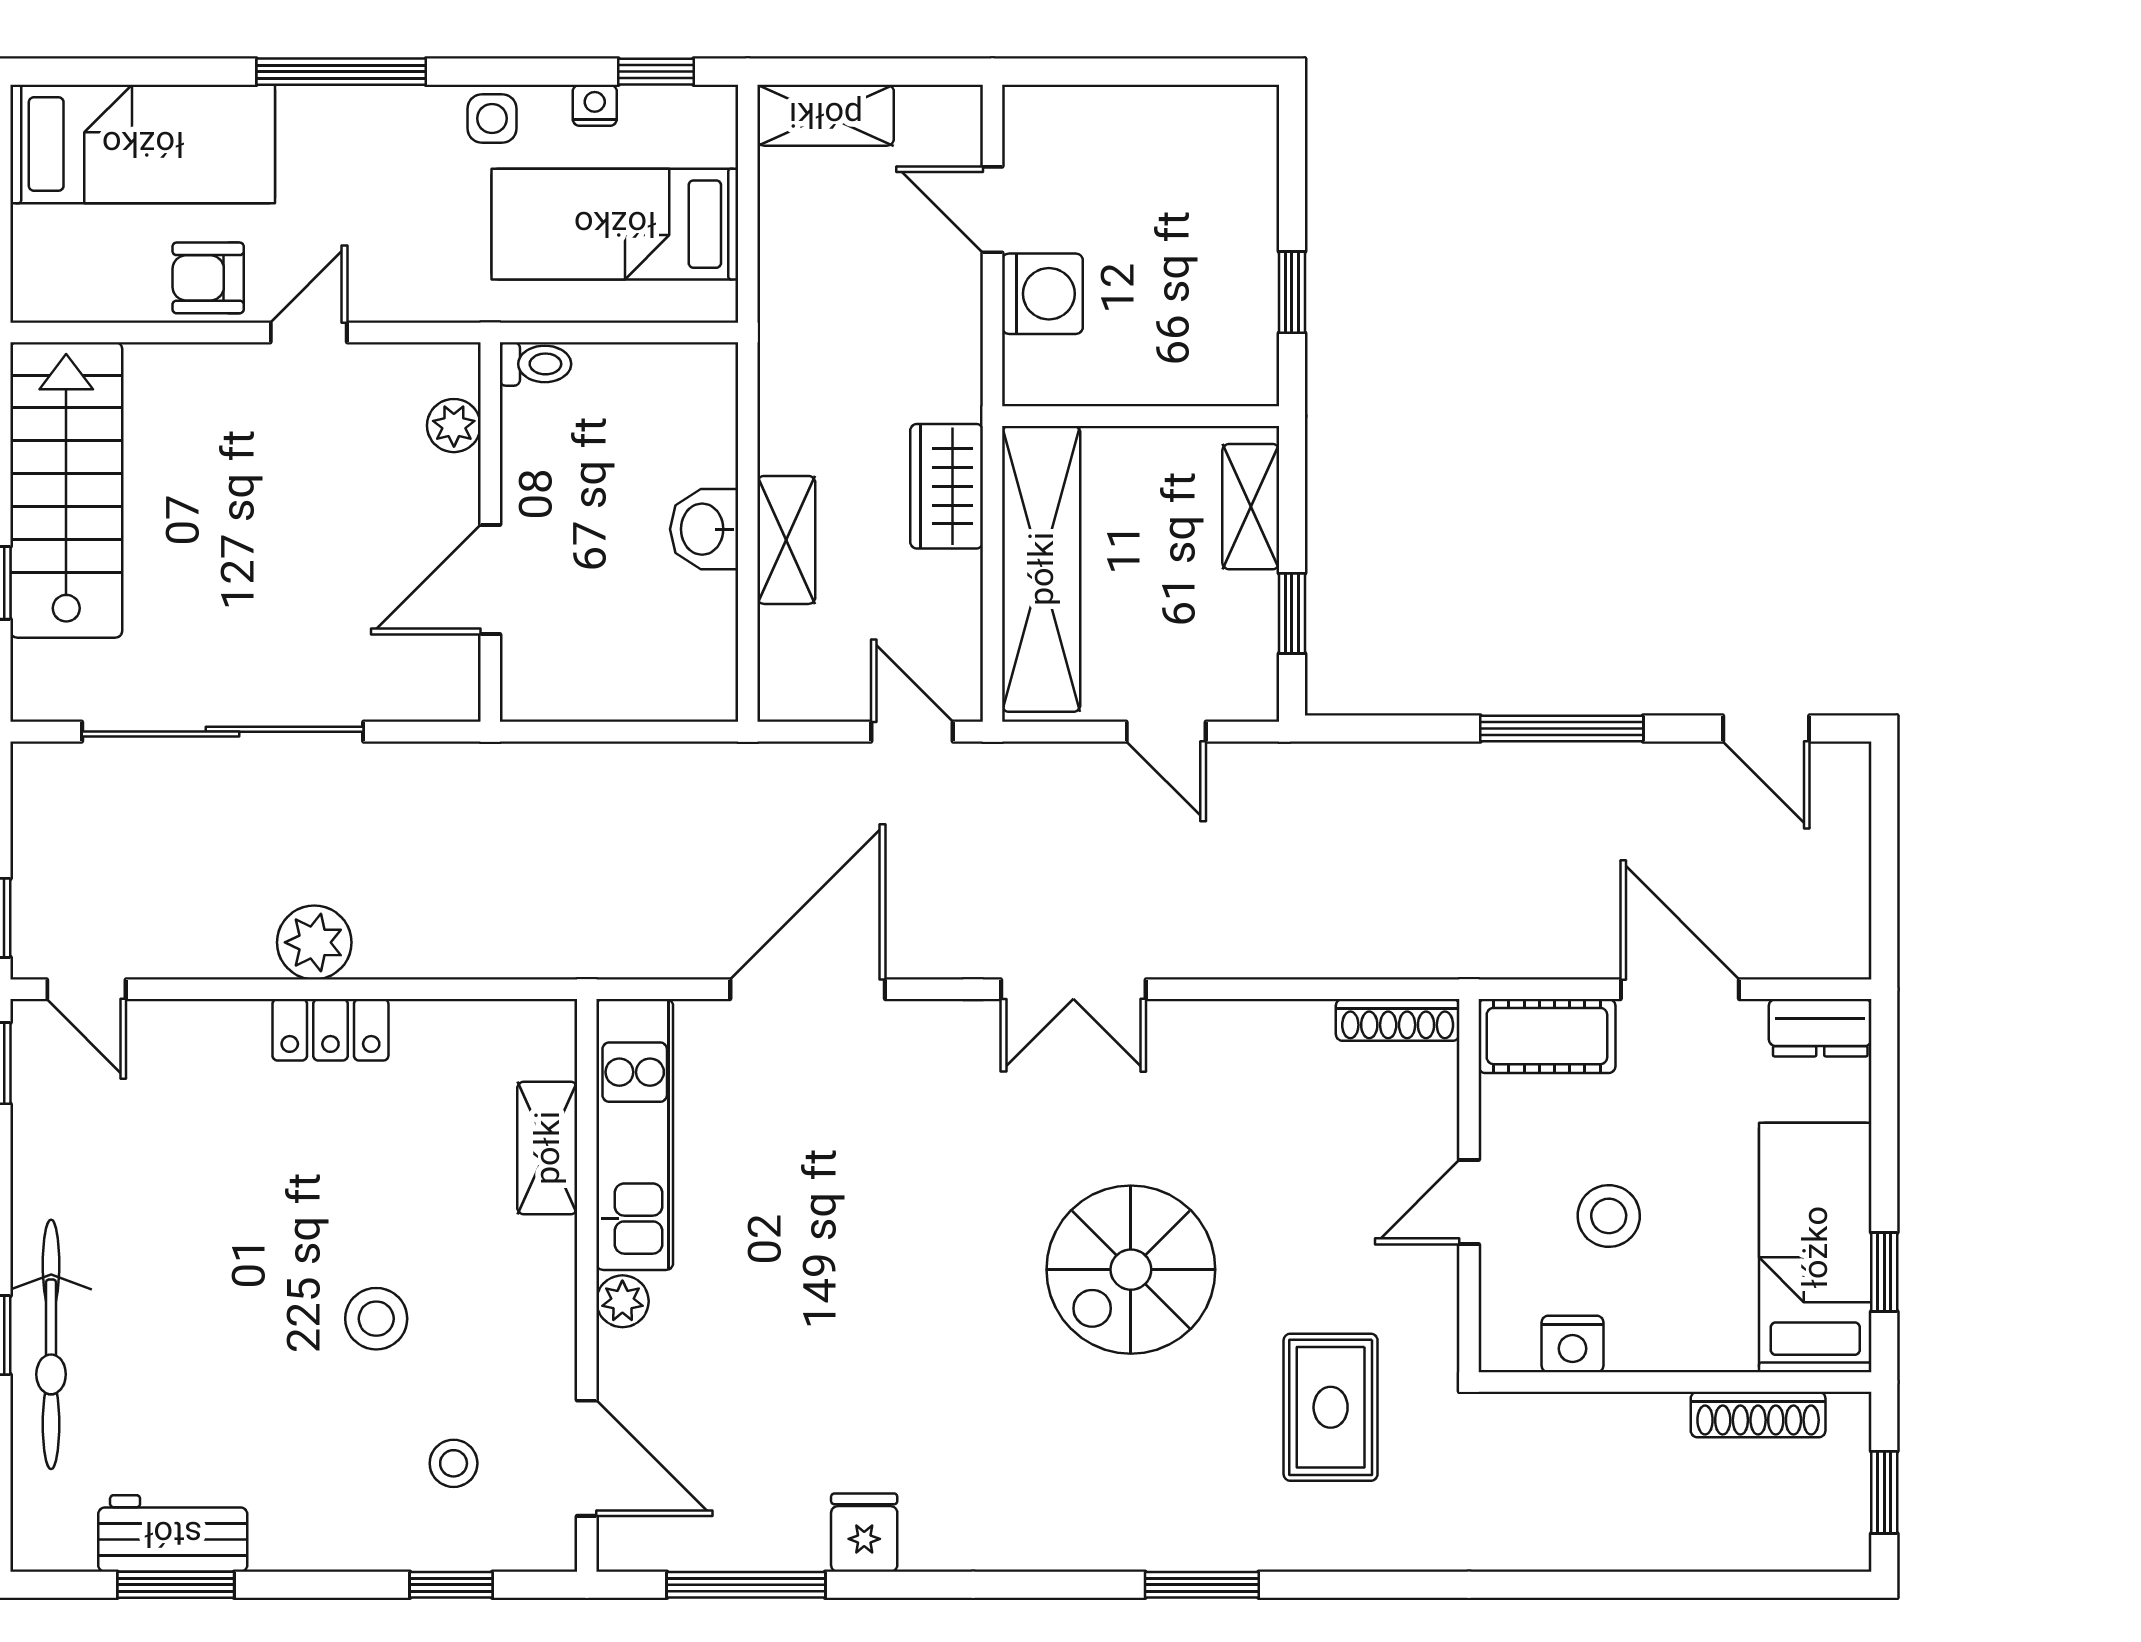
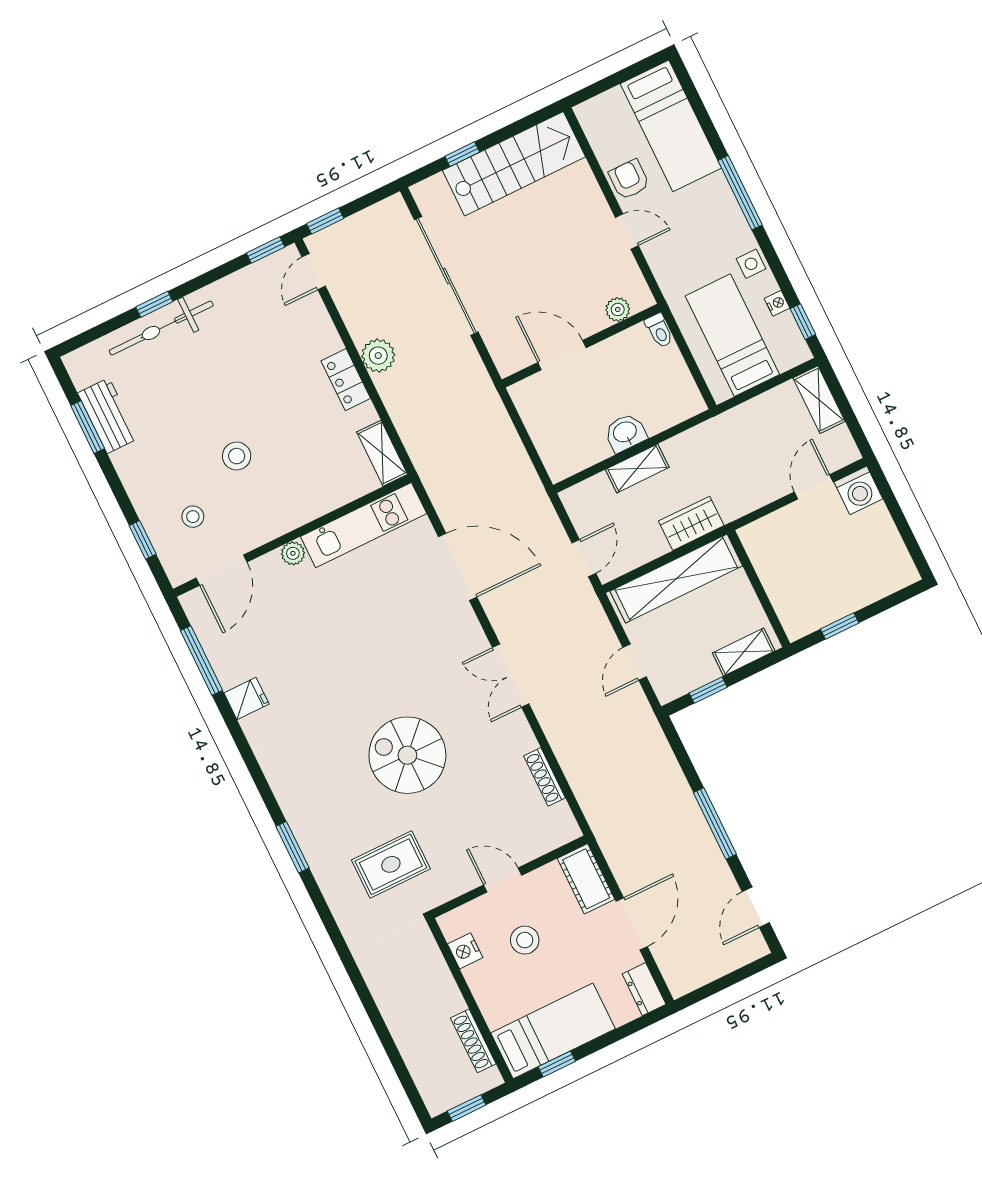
washing machine: (1042, 294) -> (858, 490), moved
shoe rack: (1398, 1020) -> (545, 777), moved
shelving: (547, 1148) -> (382, 453), moved, turned 90

